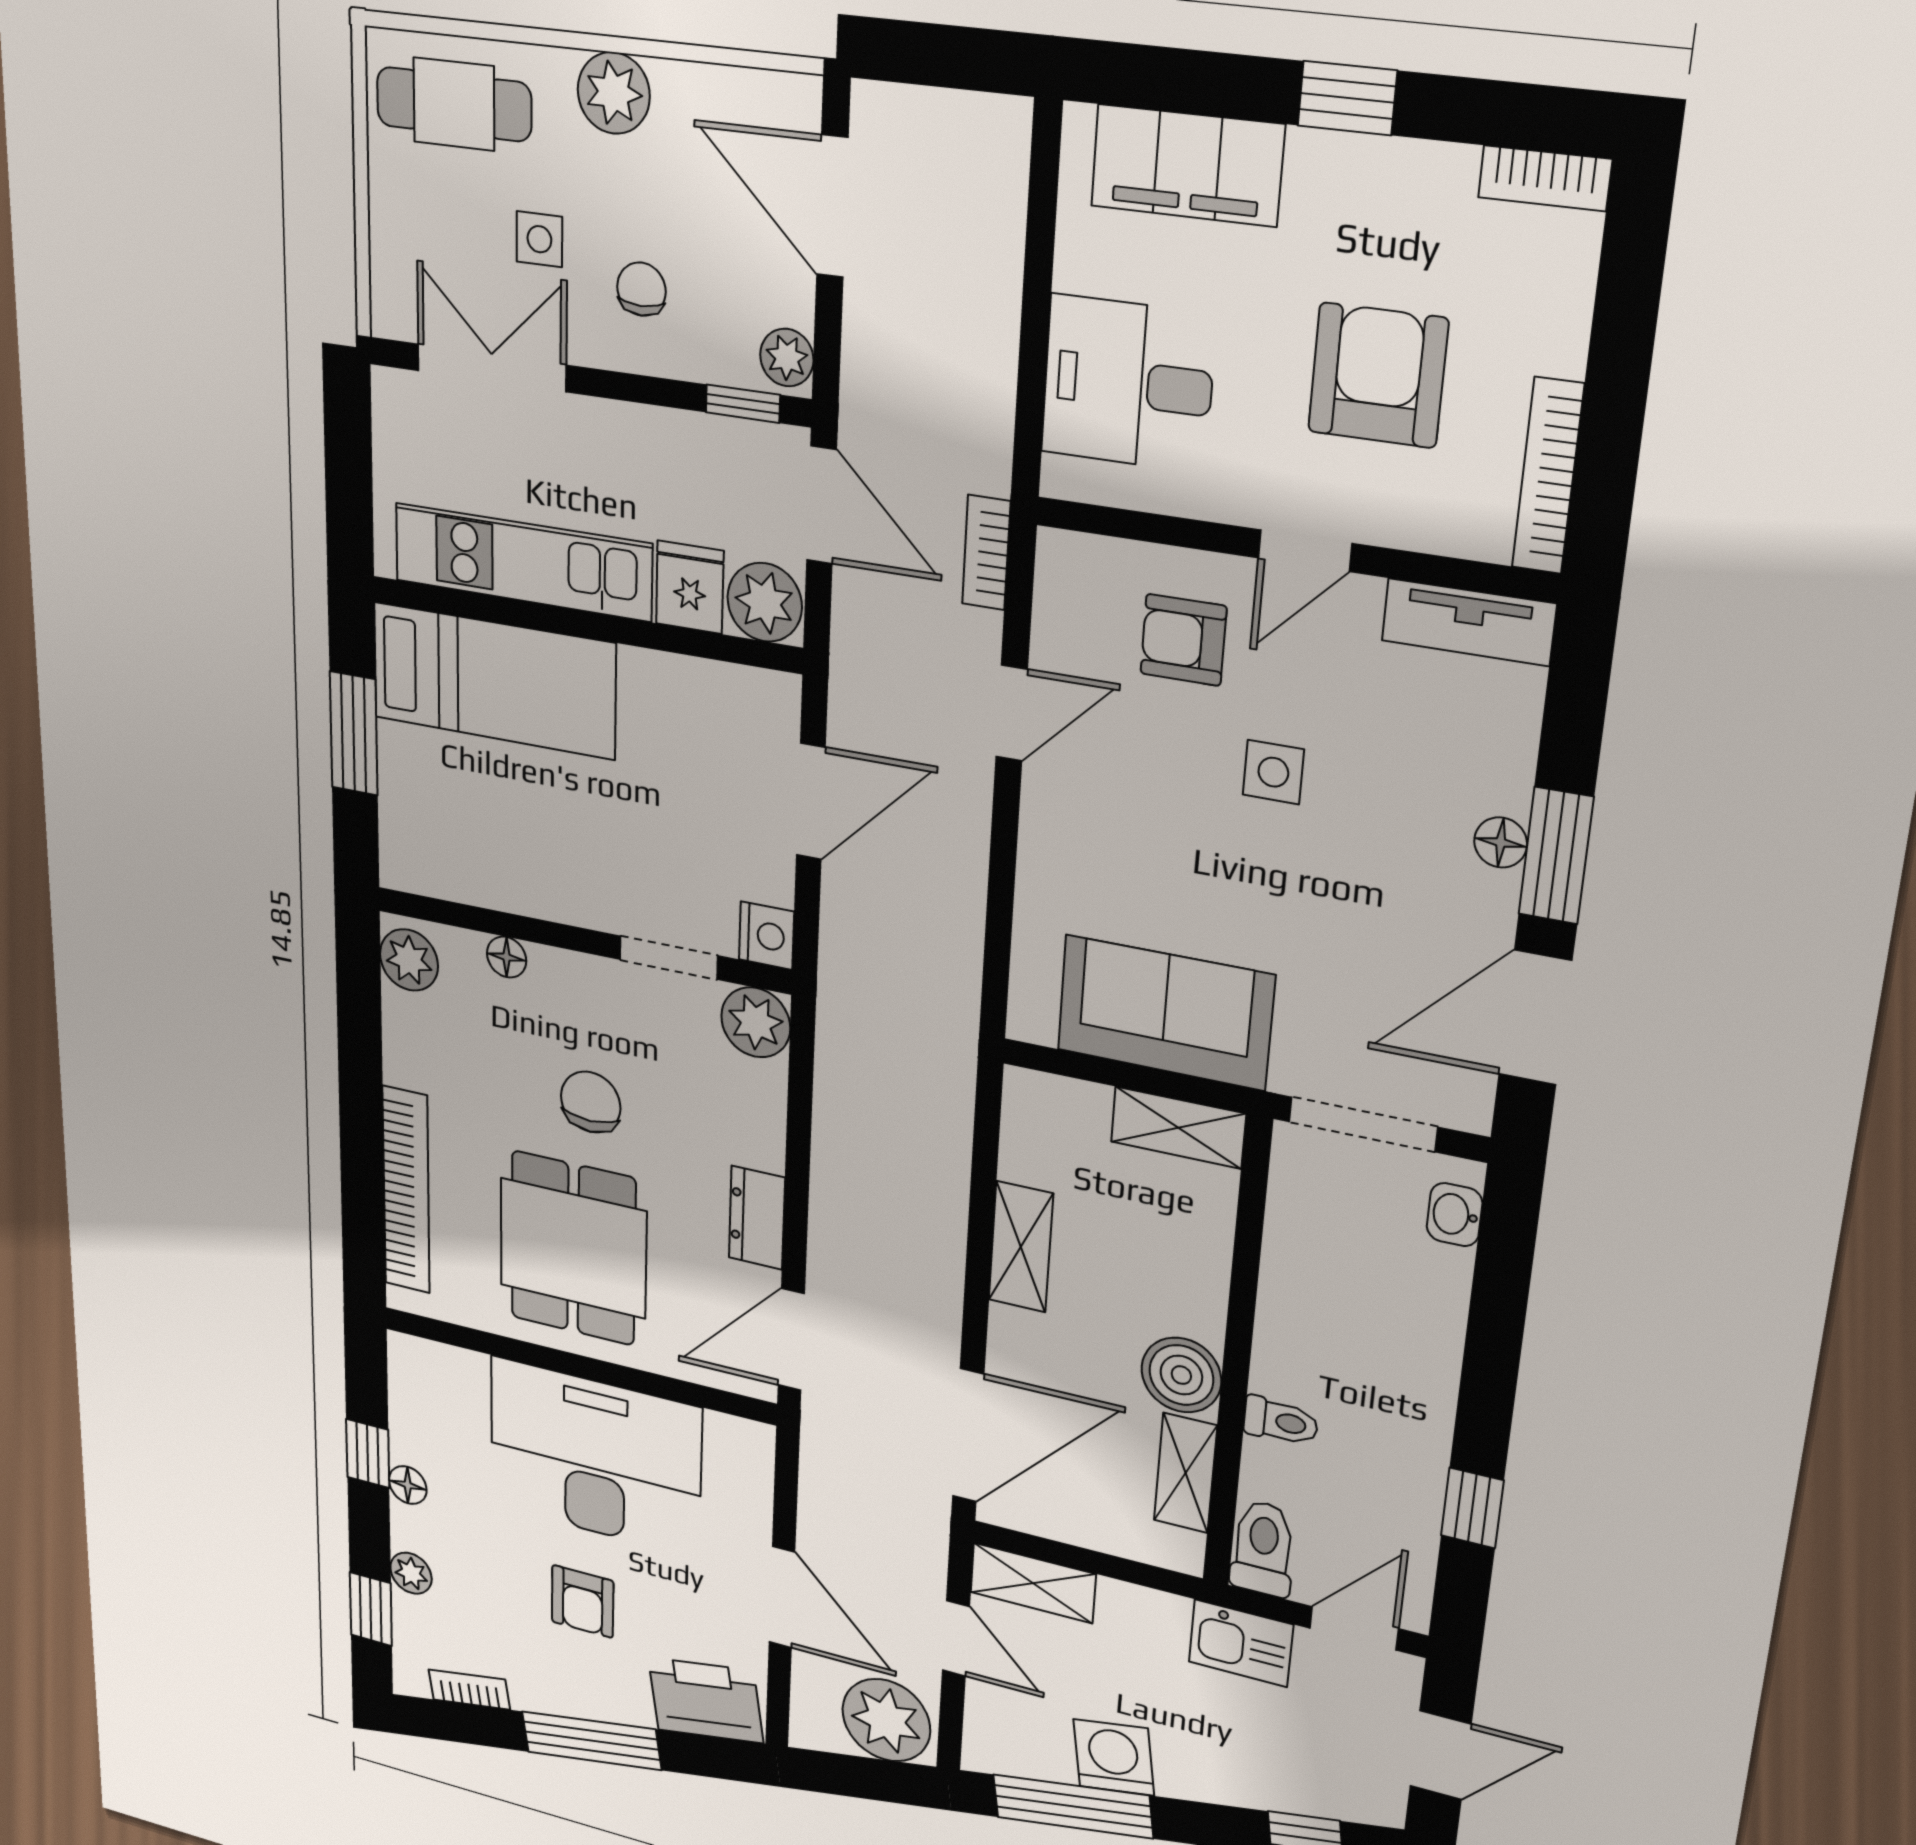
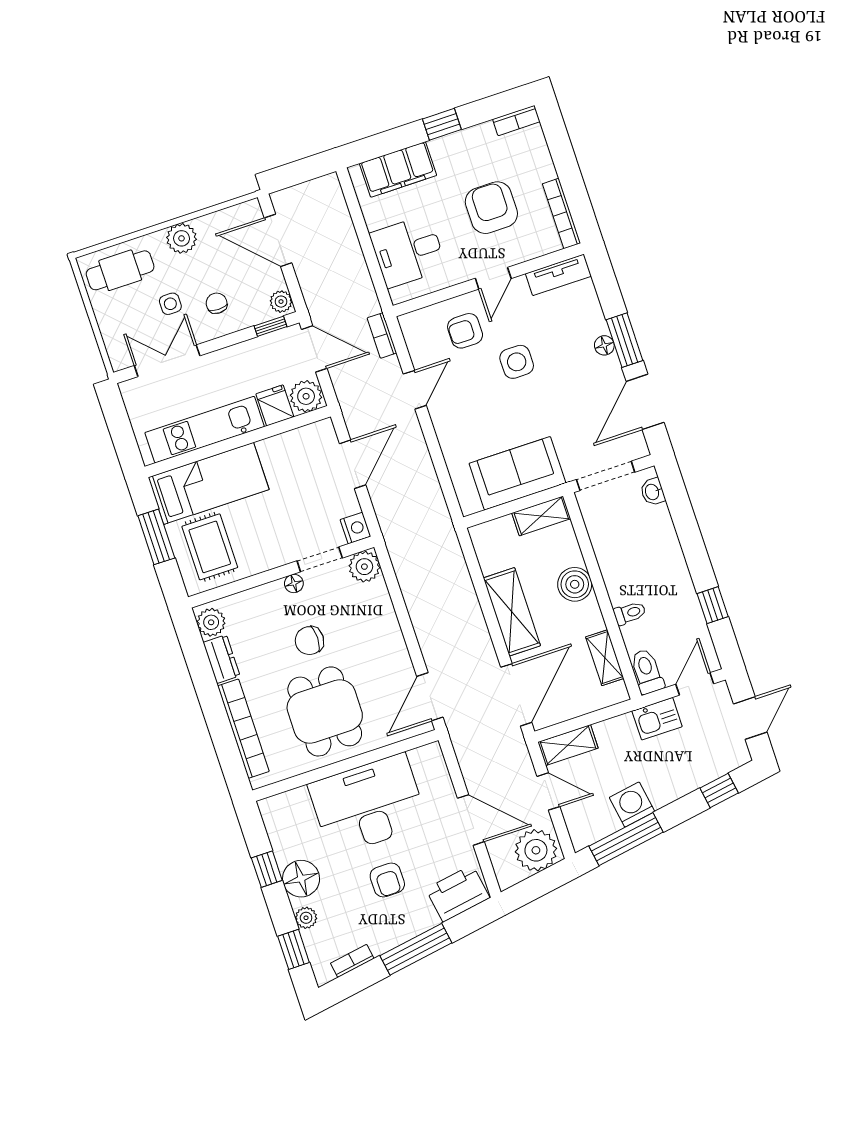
side table: (1273, 772) -> (517, 362), width x1.37, depth x1.37
rug: (454, 812) -> (210, 547), added
floor lamp: (507, 957) -> (294, 583), moved
chair: (591, 1102) -> (309, 641), turned -90
dresser: (757, 1218) -> (222, 659), moved, turned 180
shelving: (1021, 1247) -> (512, 612), width x1.50, depth x1.33
boiler: (1181, 1375) -> (575, 584), moved
floor lamp: (408, 1485) -> (301, 879), width x1.89, depth x1.89

